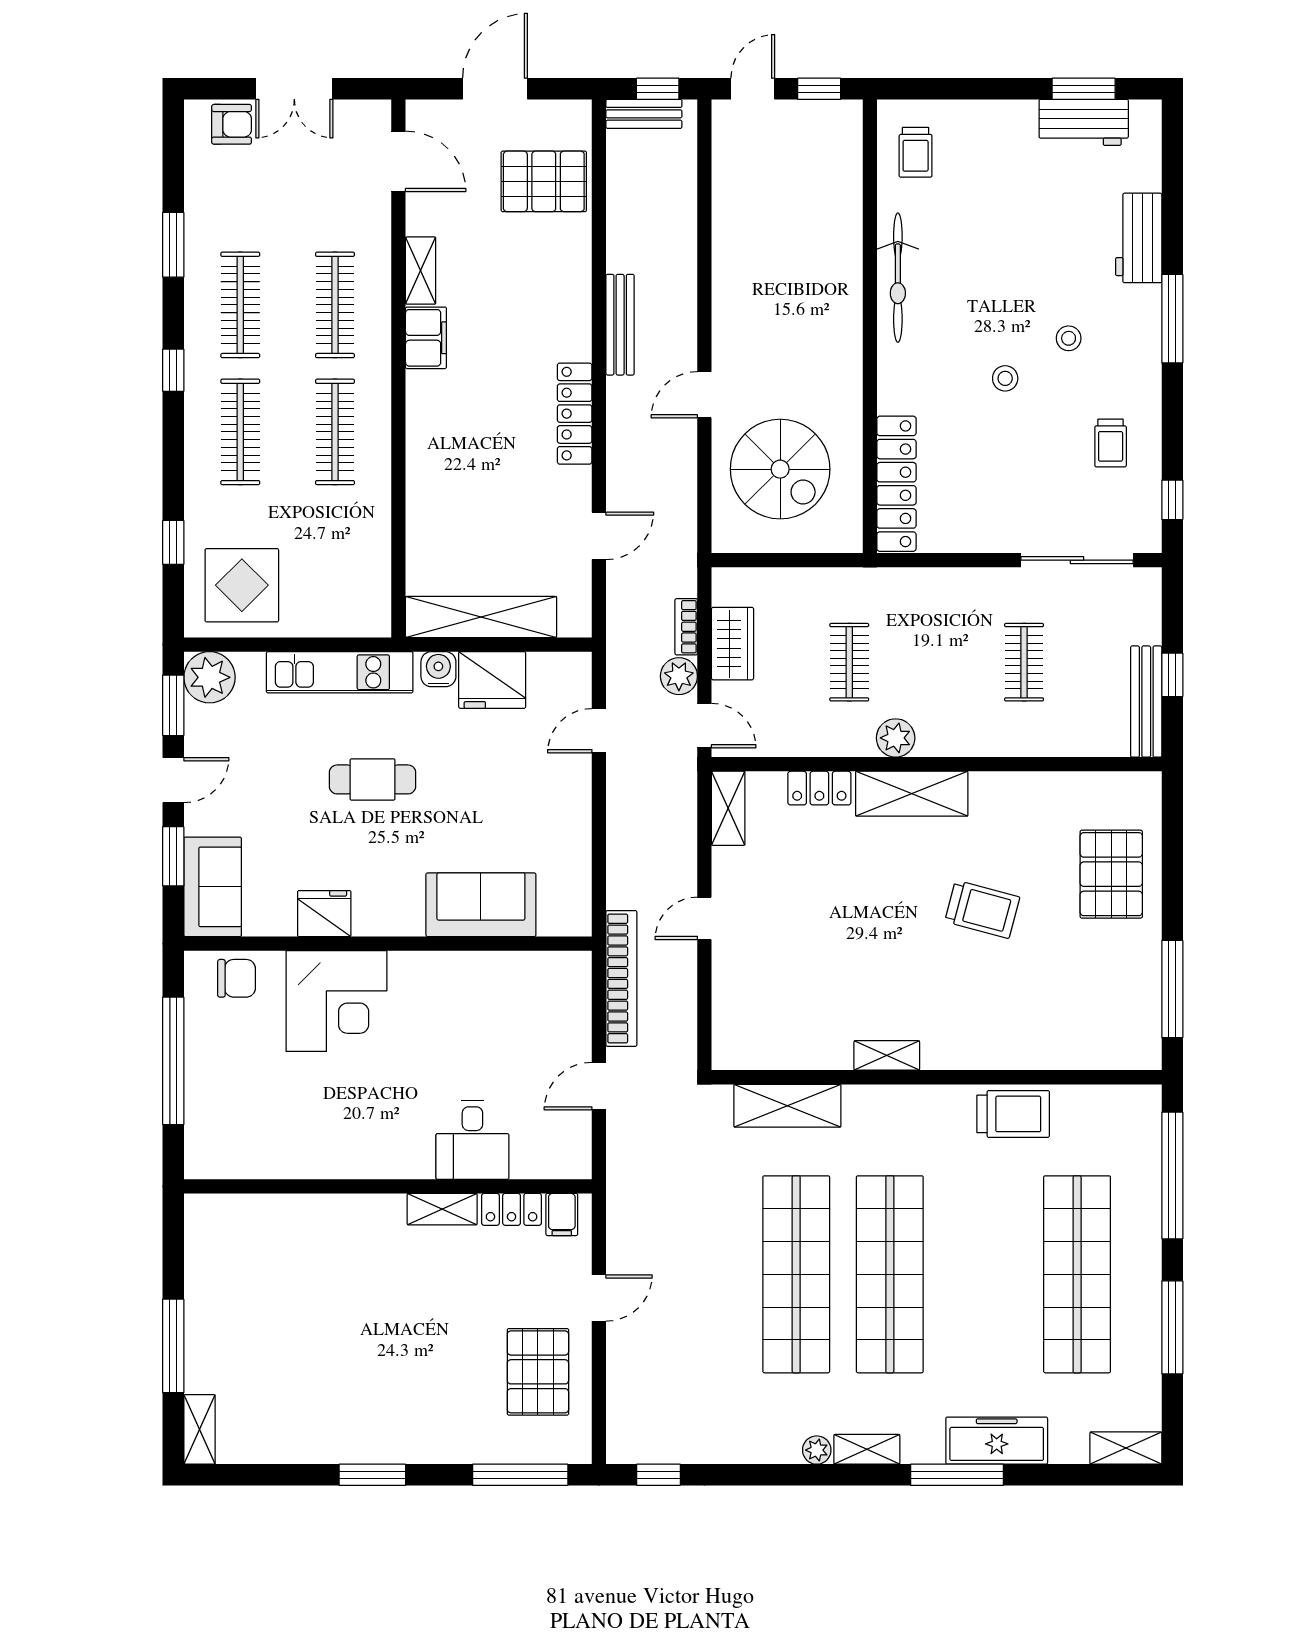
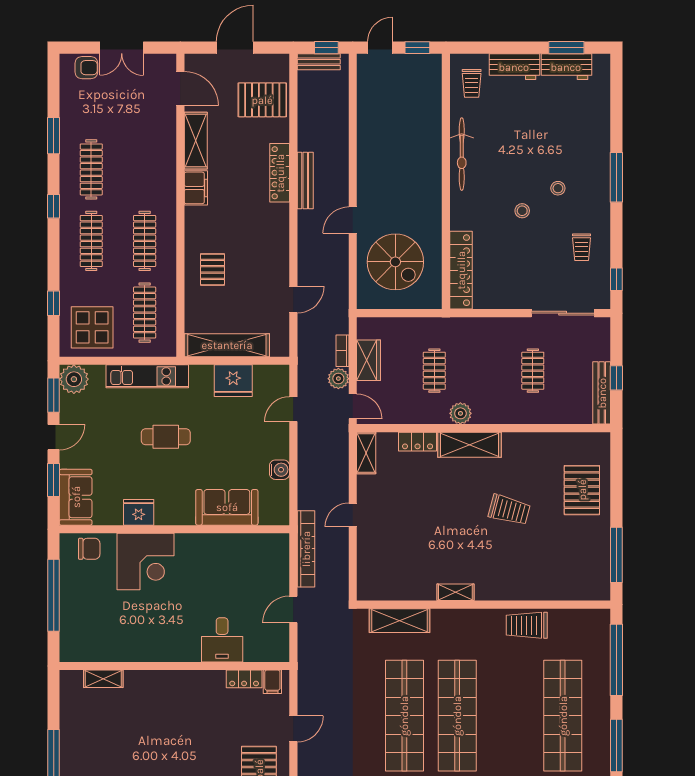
workbench: (1139, 238) -> (514, 67), moved, turned -90
shelving: (421, 271) -> (196, 141), width x1.50, depth x1.33
clothes rail: (335, 305) -> (145, 313), moved
locker: (575, 414) -> (280, 173), moved
pallet: (455, 482) -> (212, 269), added
water cooler: (438, 669) -> (279, 470), moved, turned 90
trolley: (1013, 1114) -> (527, 625), turned 180
shelving: (442, 1209) -> (103, 679), moved

